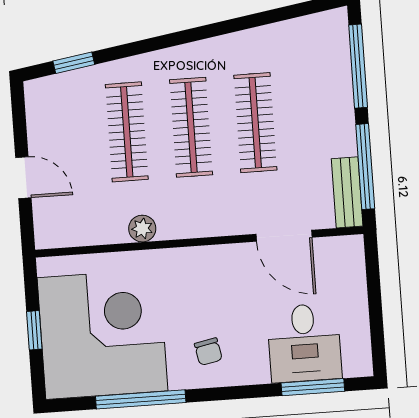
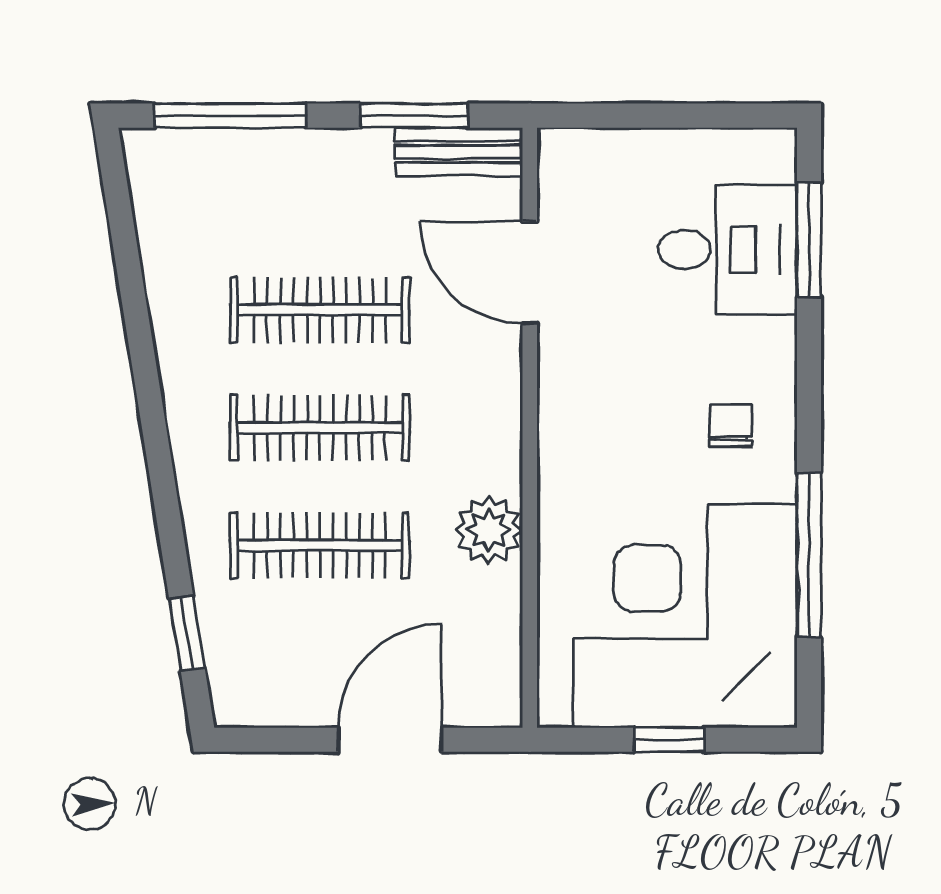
window: (365, 167) -> (414, 116), width x0.69
door: (23, 178) -> (390, 740), width x1.38
plant: (142, 229) -> (489, 530), width x1.38, depth x1.38
door: (284, 236) -> (530, 273), swing flipped
chair: (208, 352) -> (731, 426), turned -79

